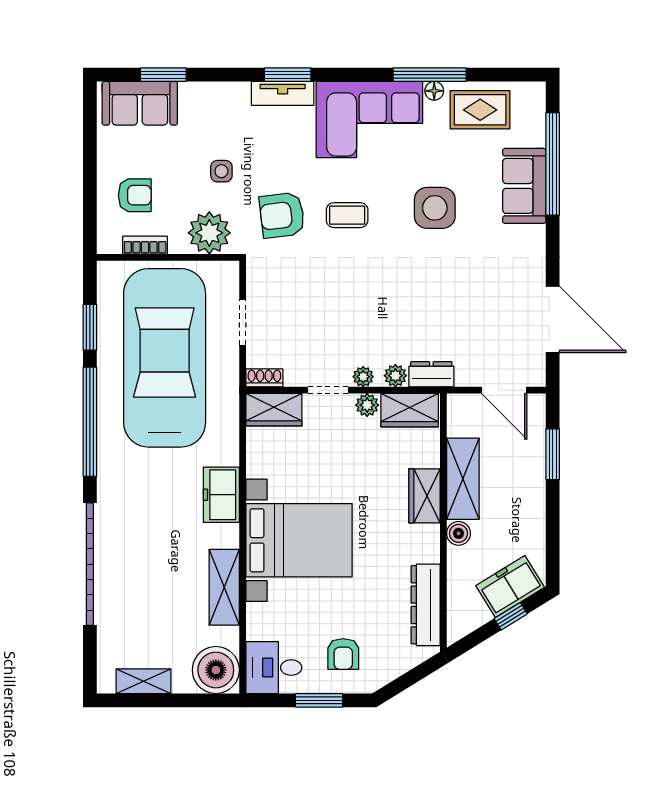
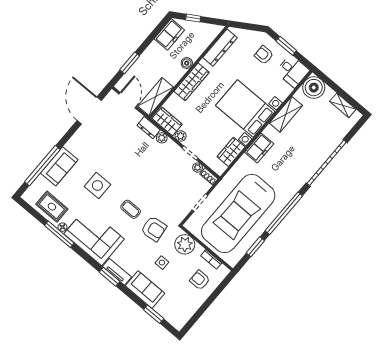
sofa: (140, 103) -> (145, 290), moved
plant: (363, 377) -> (198, 168), moved
wardrobe: (274, 410) -> (231, 152), moved, turned -90
shelving: (463, 479) -> (156, 97), moved
wardrobe: (424, 496) -> (192, 82), width x1.50
freezer: (510, 586) -> (169, 34), moved, turned -58
armchair: (343, 654) -> (264, 55), turned -90

